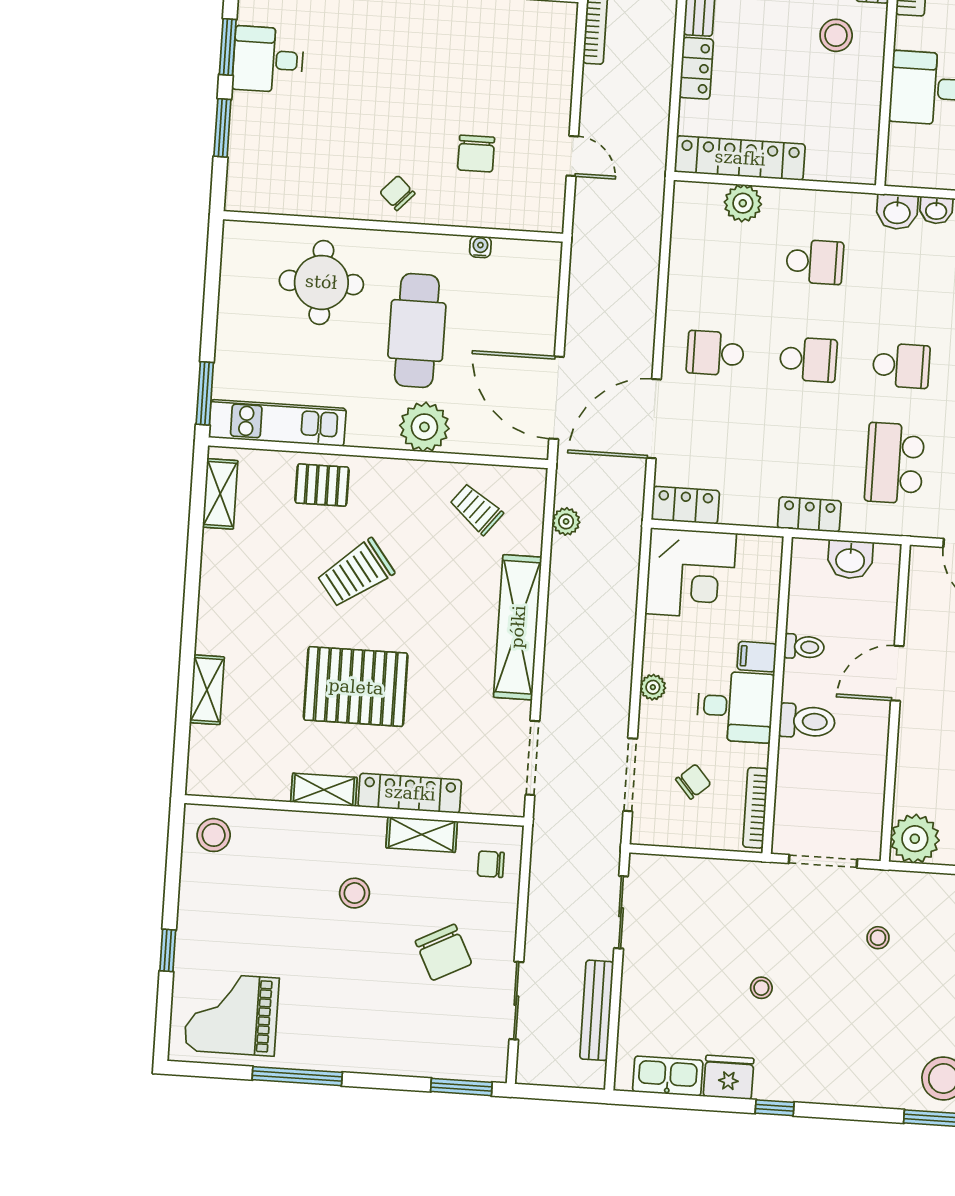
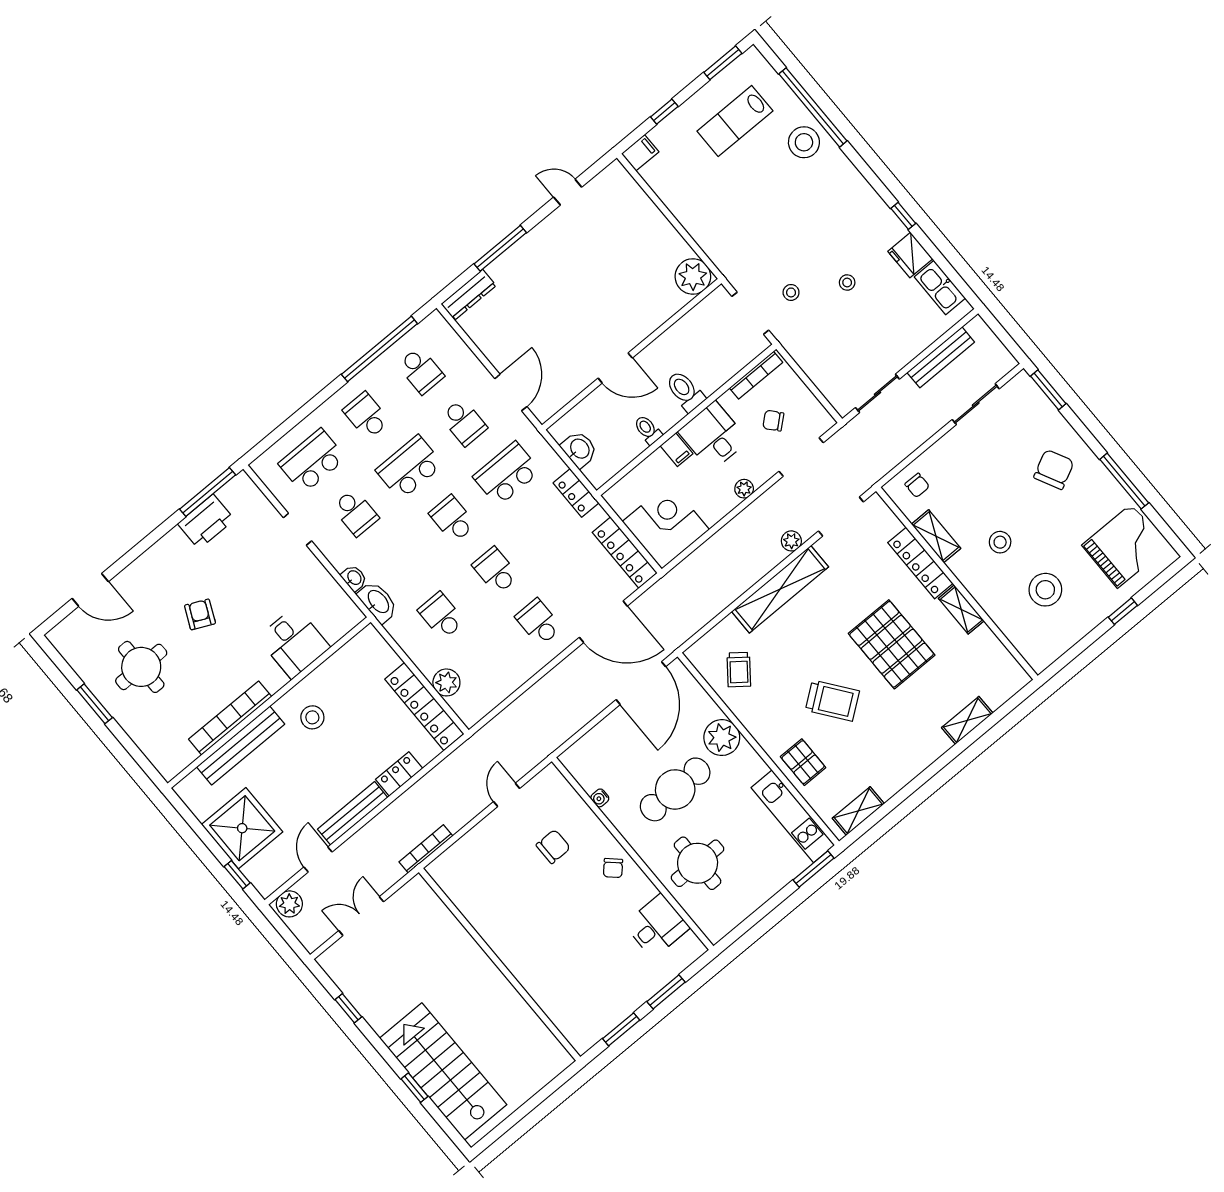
desk: (268, 59) -> (657, 926), moved, turned -90
washbasin: (897, 212) -> (378, 602), width x1.38
school desk: (715, 353) -> (539, 622), turned 180
school desk: (895, 463) -> (507, 474), turned 180
locker: (685, 505) -> (625, 553), width x1.53
plant: (566, 521) -> (791, 541), moved
stool: (214, 835) -> (1045, 590), moved, width x1.38, depth x1.38
stool: (878, 938) -> (791, 292), moved
chair: (443, 952) -> (1054, 469), moved
grand piano: (232, 1014) -> (1124, 546), turned -90

